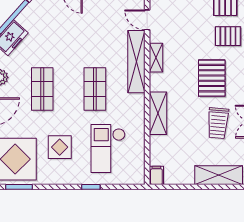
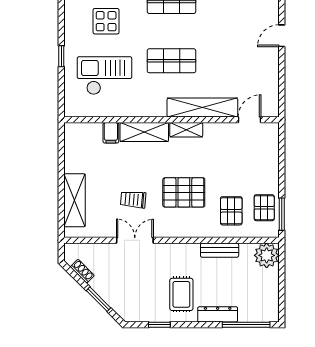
shelving: (156, 58) -> (186, 130), moved
trolley: (218, 123) -> (133, 200), width x0.73, depth x0.72
filing cabinet: (156, 175) -> (111, 133), moved, turned 90

